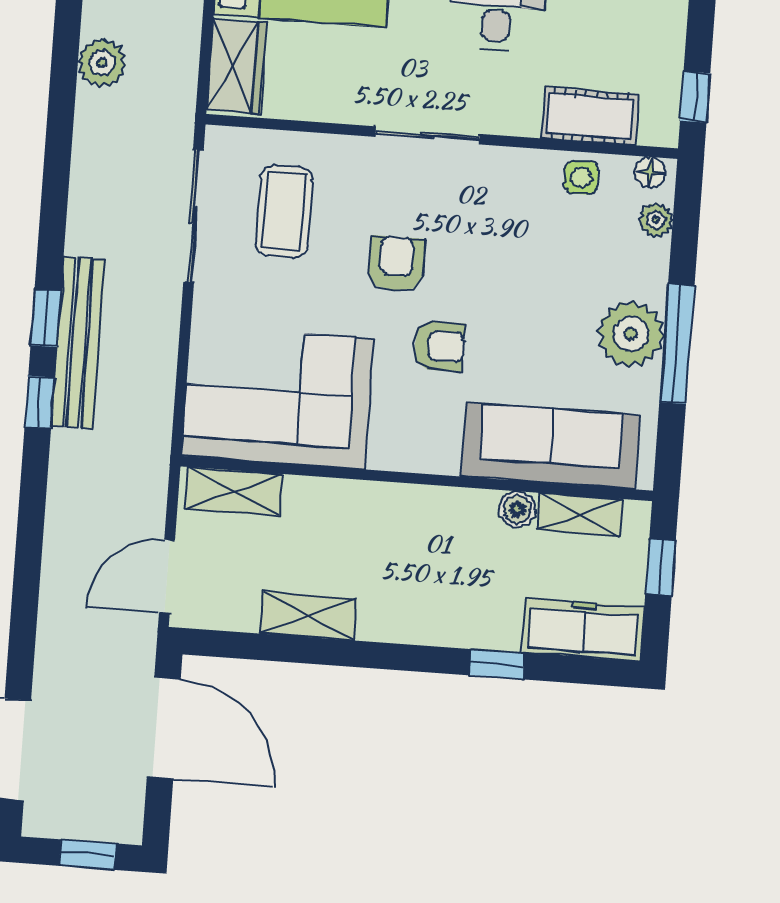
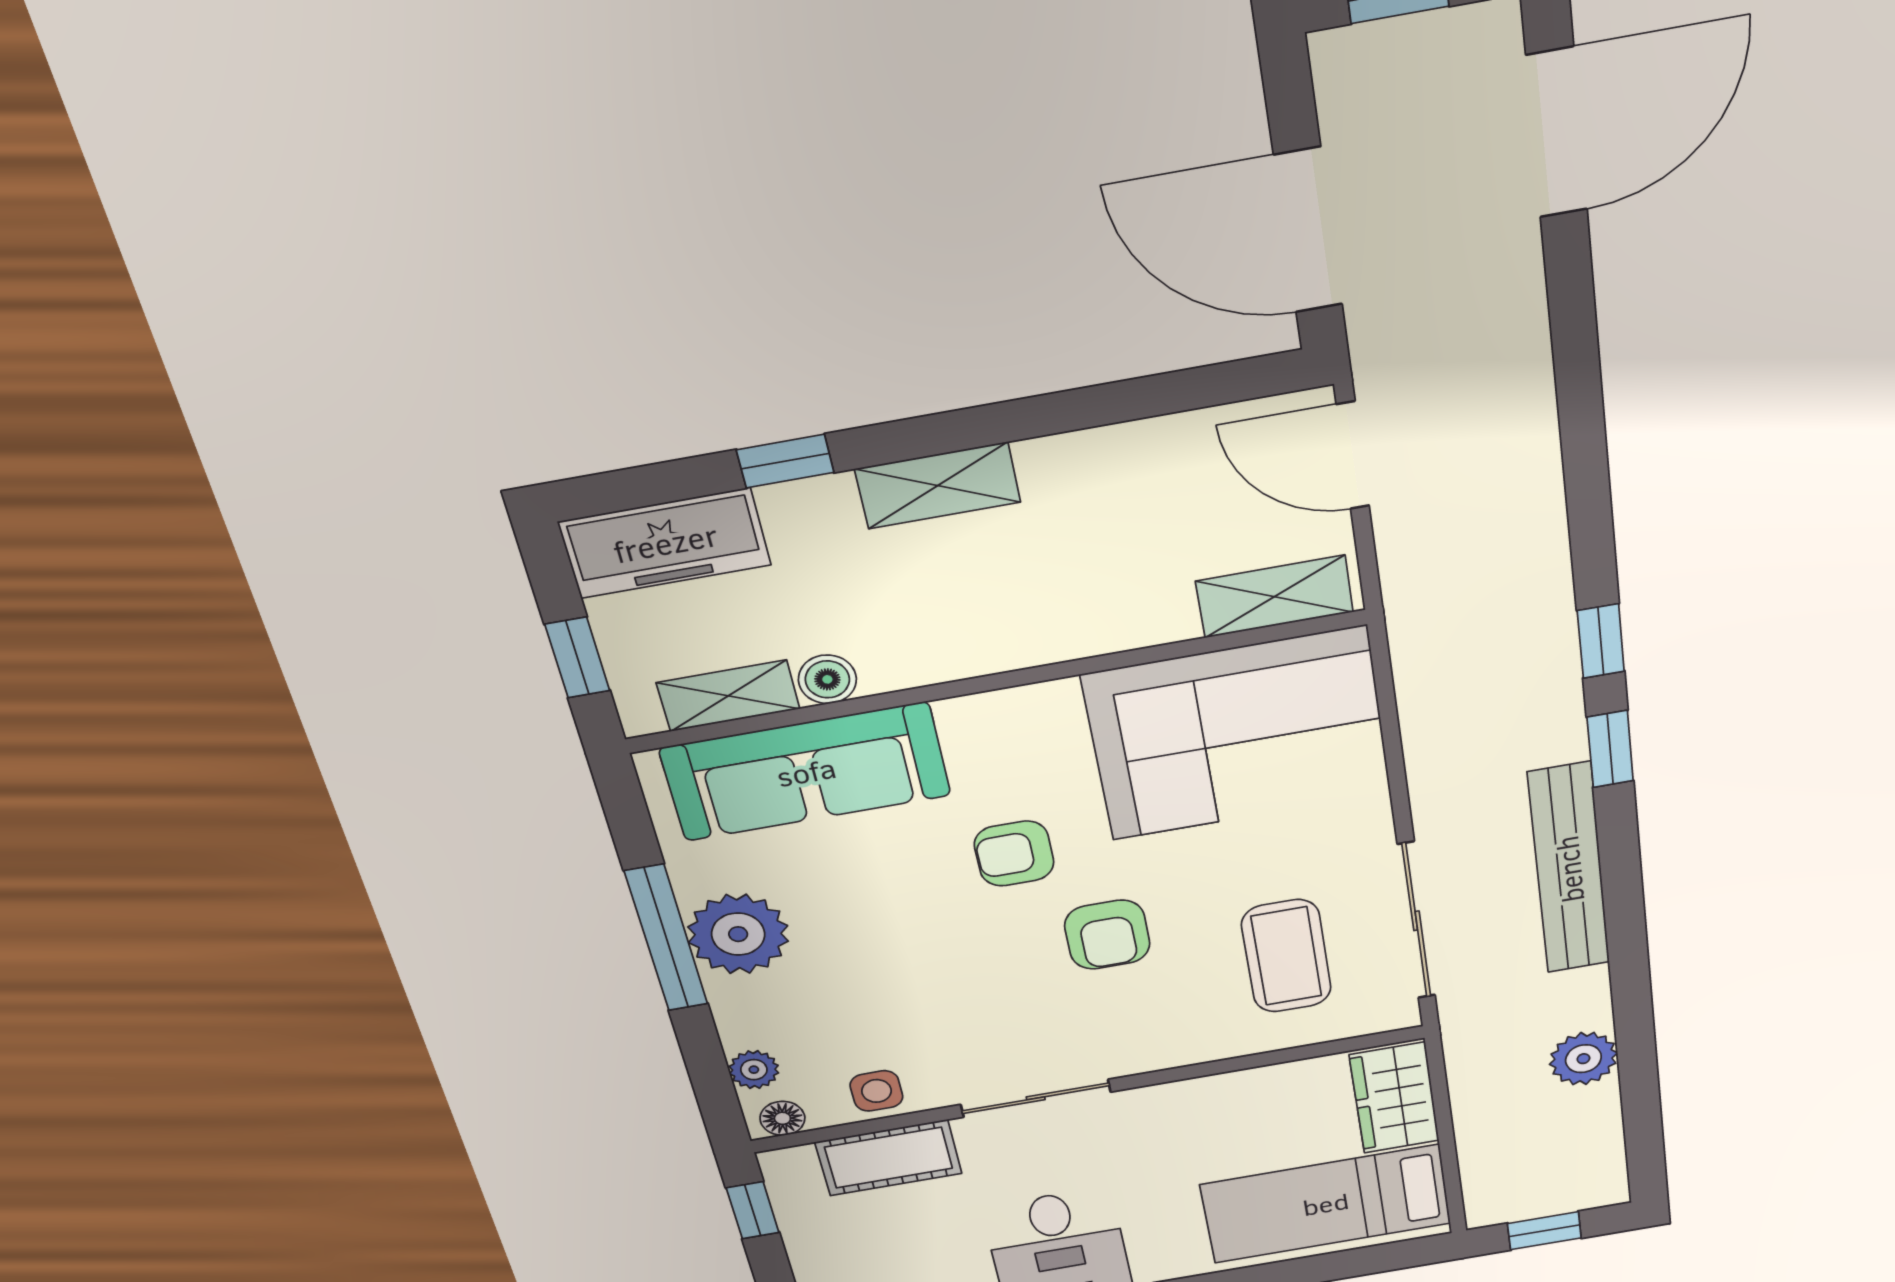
sliding door: (427, 135) -> (1036, 1098), moved
bench: (78, 343) -> (1569, 869), moved
door: (167, 576) -> (1353, 455), swing flipped
shelving: (309, 616) -> (938, 486), moved

